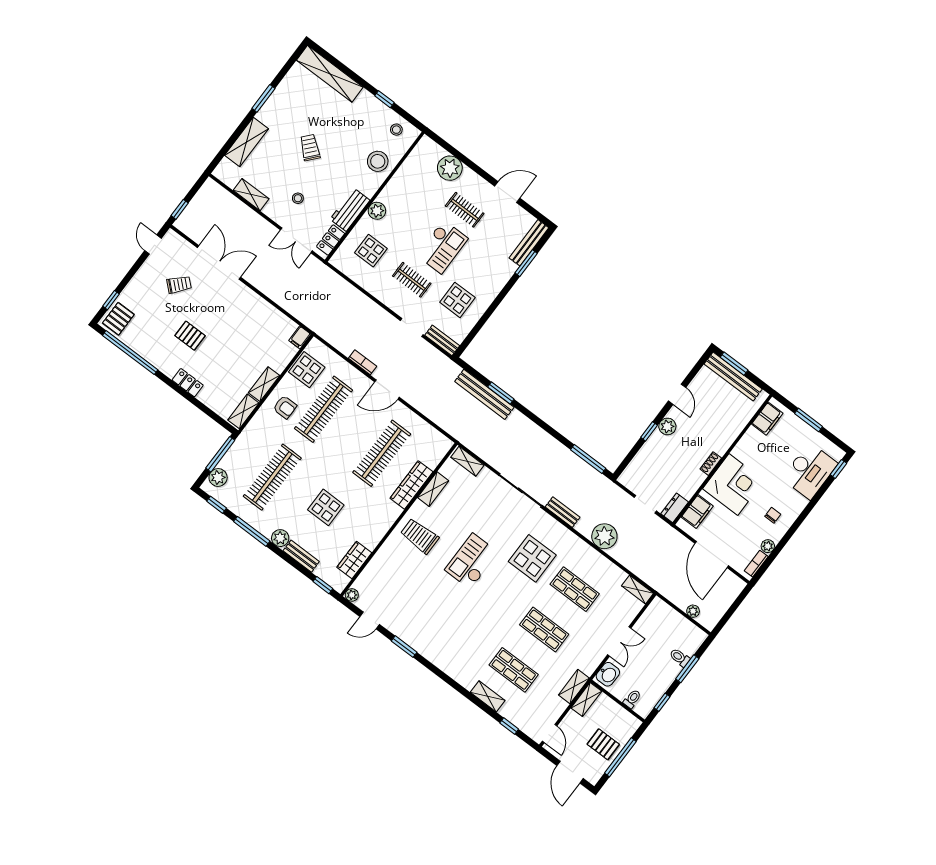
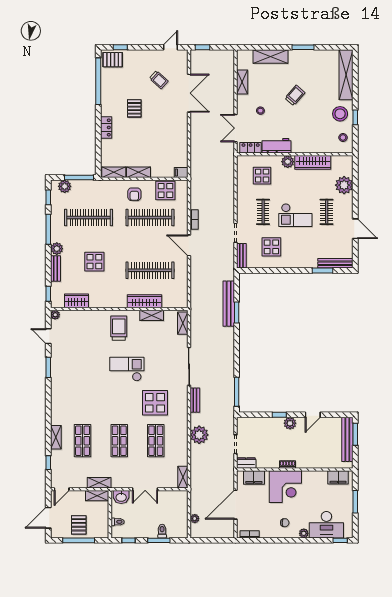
stool: (378, 161) -> (340, 114), moved
wardrobe: (399, 184) -> (313, 162), added
plant: (768, 546) -> (304, 533), moved

